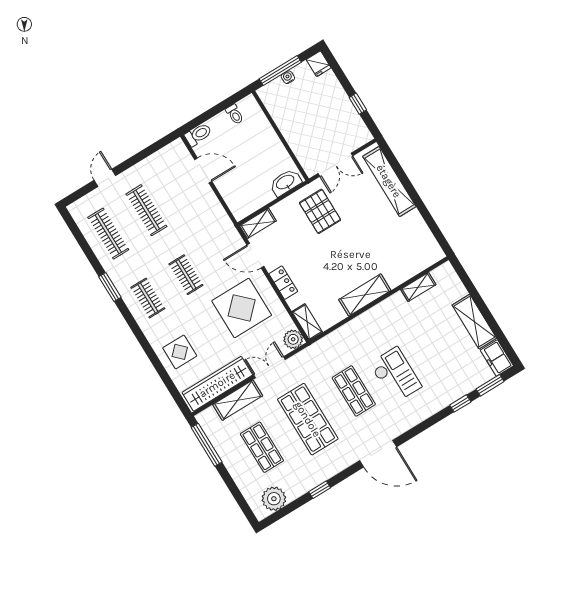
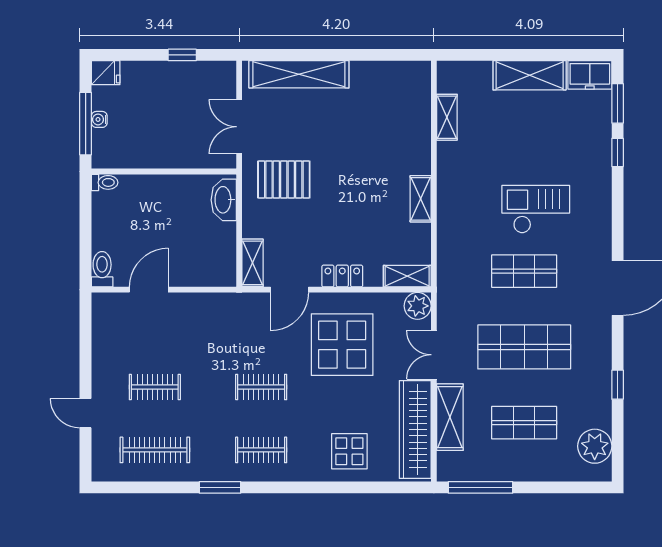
toilet: (235, 114) -> (105, 182), moved
double door: (335, 165) -> (239, 127), swing flipped
clothes rail: (146, 210) -> (155, 387), width x0.73
shelving: (365, 295) -> (421, 199), width x0.67, depth x0.75

